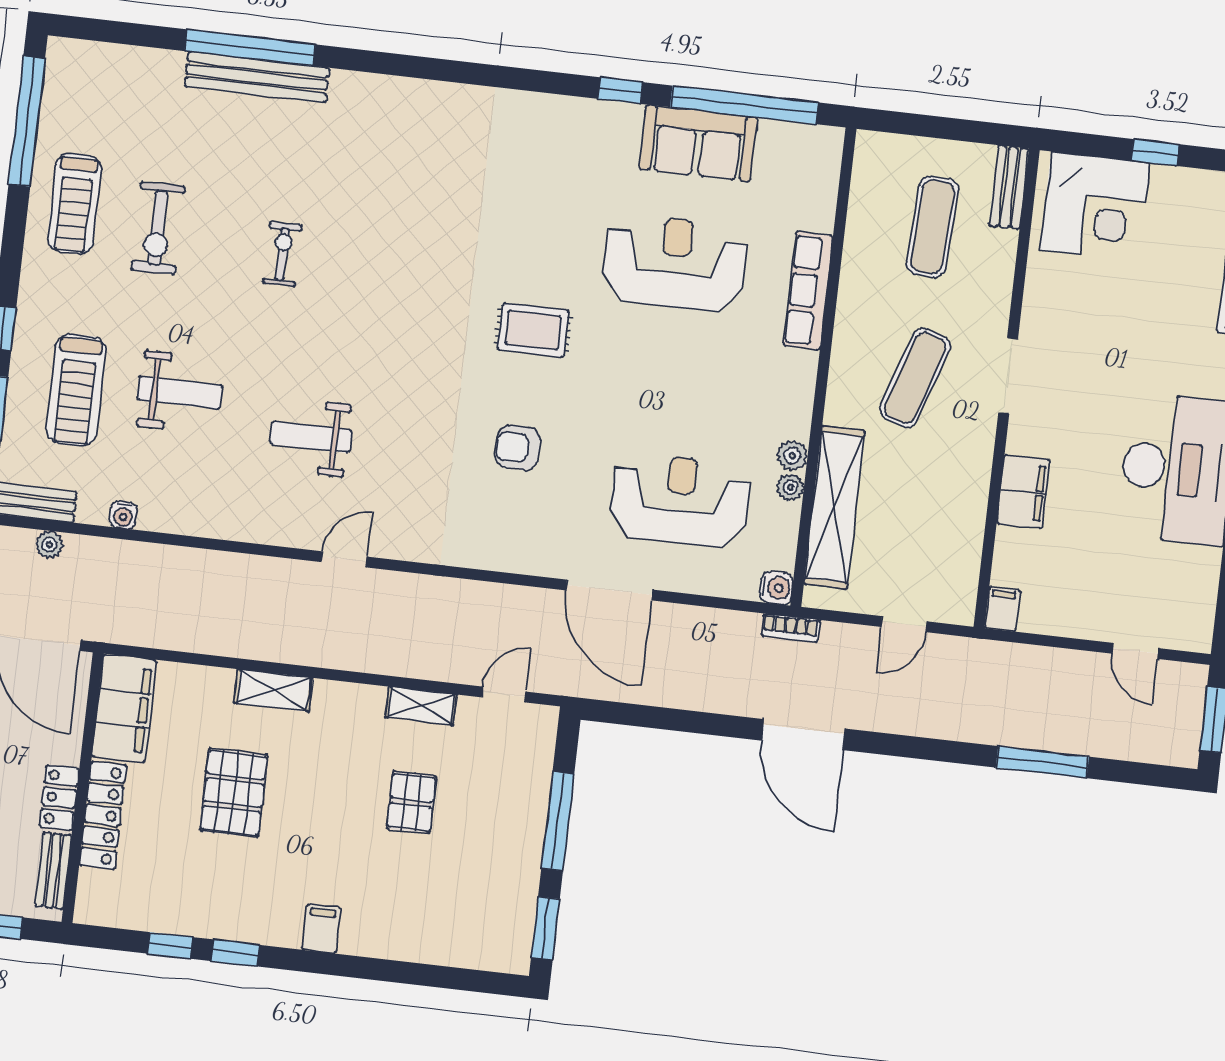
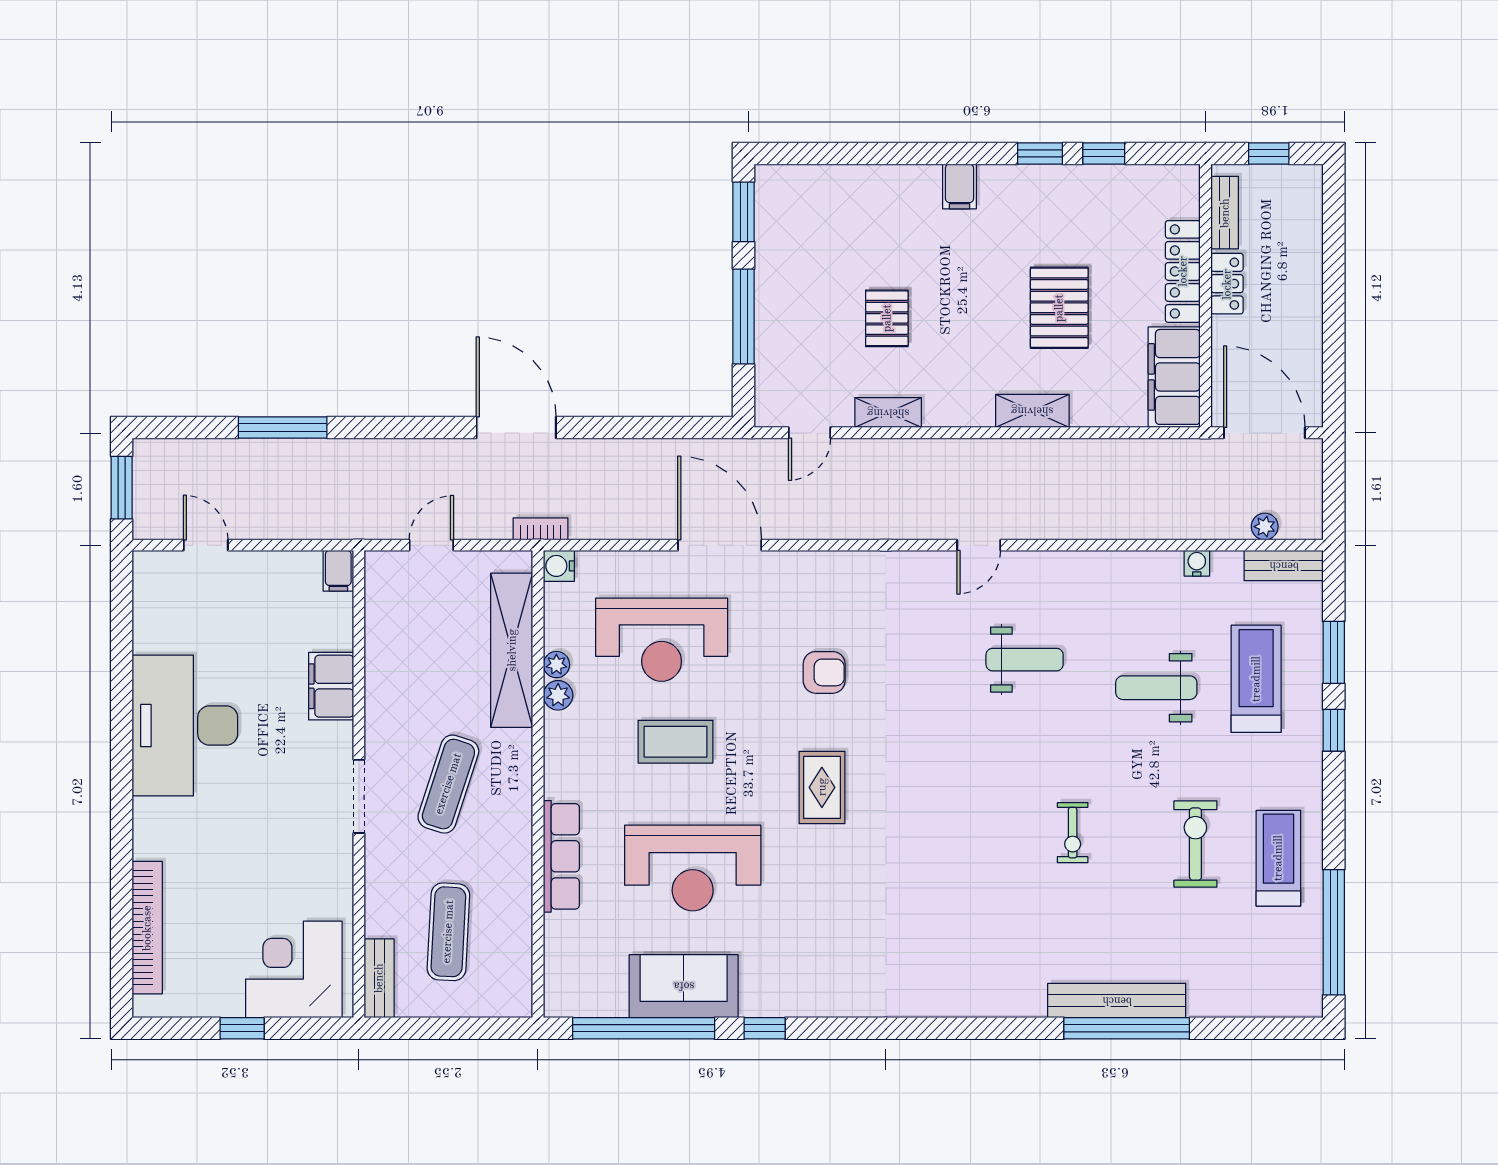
rug: (533, 330) -> (822, 787), turned 90
coffee table: (678, 394) -> (675, 742), added

